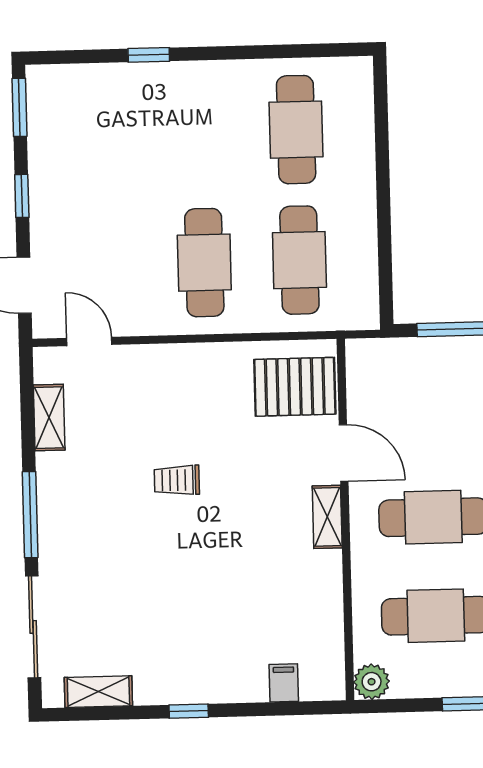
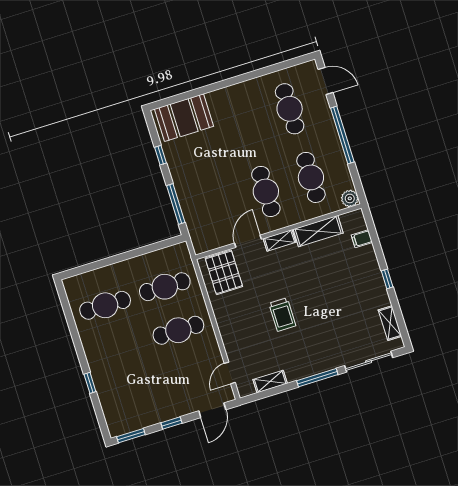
trolley: (177, 480) -> (282, 315), width x1.36, depth x1.39
shelving: (324, 600) -> (318, 231), added

